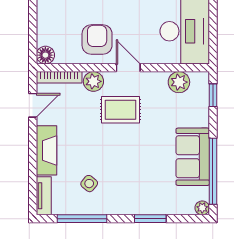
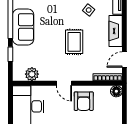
plant: (93, 81) -> (86, 75), removed
window: (213, 95) -> (10, 54), moved
rug: (121, 110) -> (74, 42), moved, turned 90

